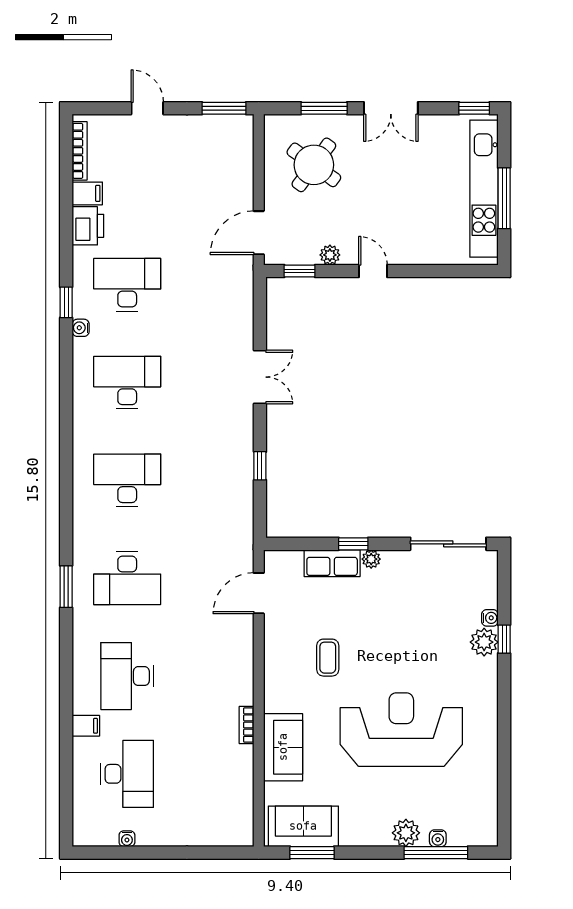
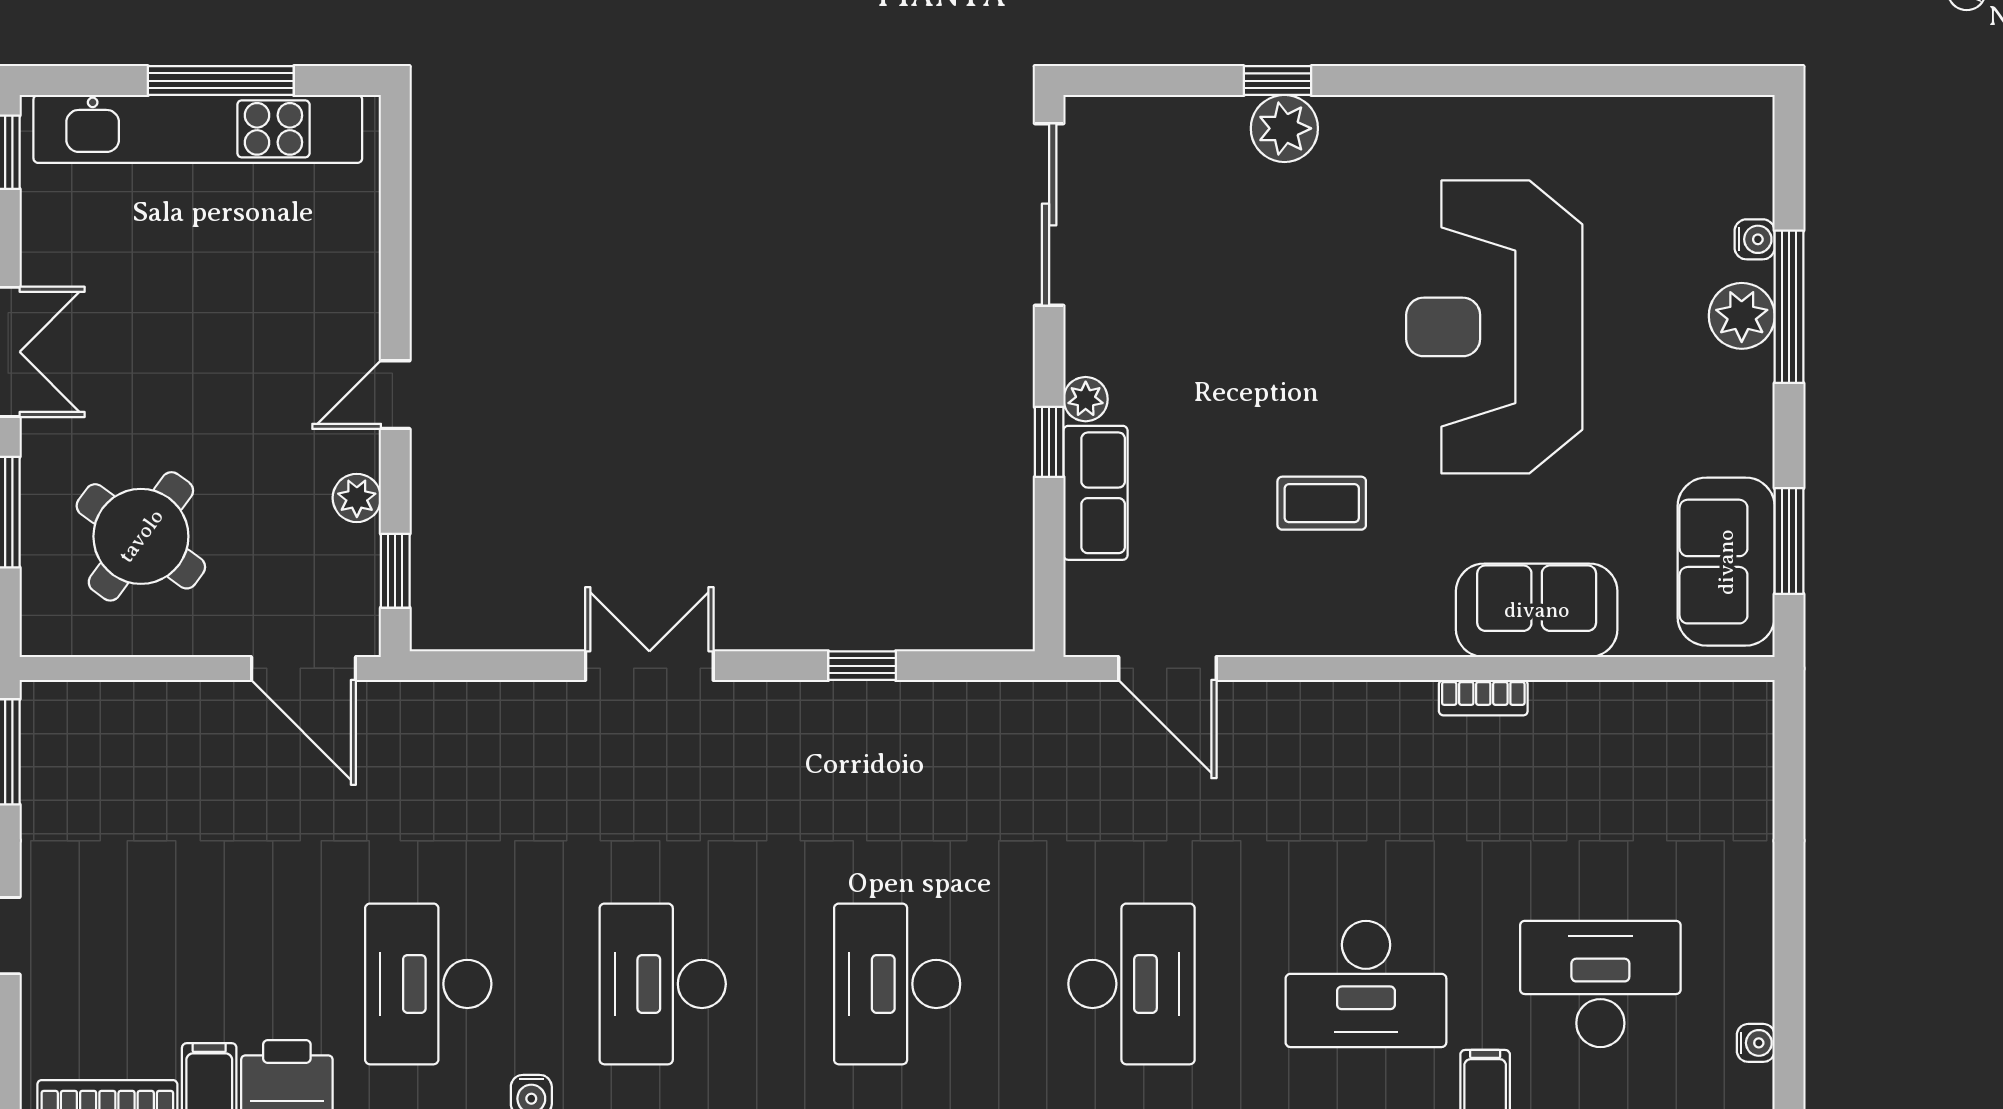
water cooler: (490, 618) -> (1227, 115), removed
water cooler: (127, 839) -> (1756, 1043), moved
window: (436, 853) -> (1789, 307), moved

